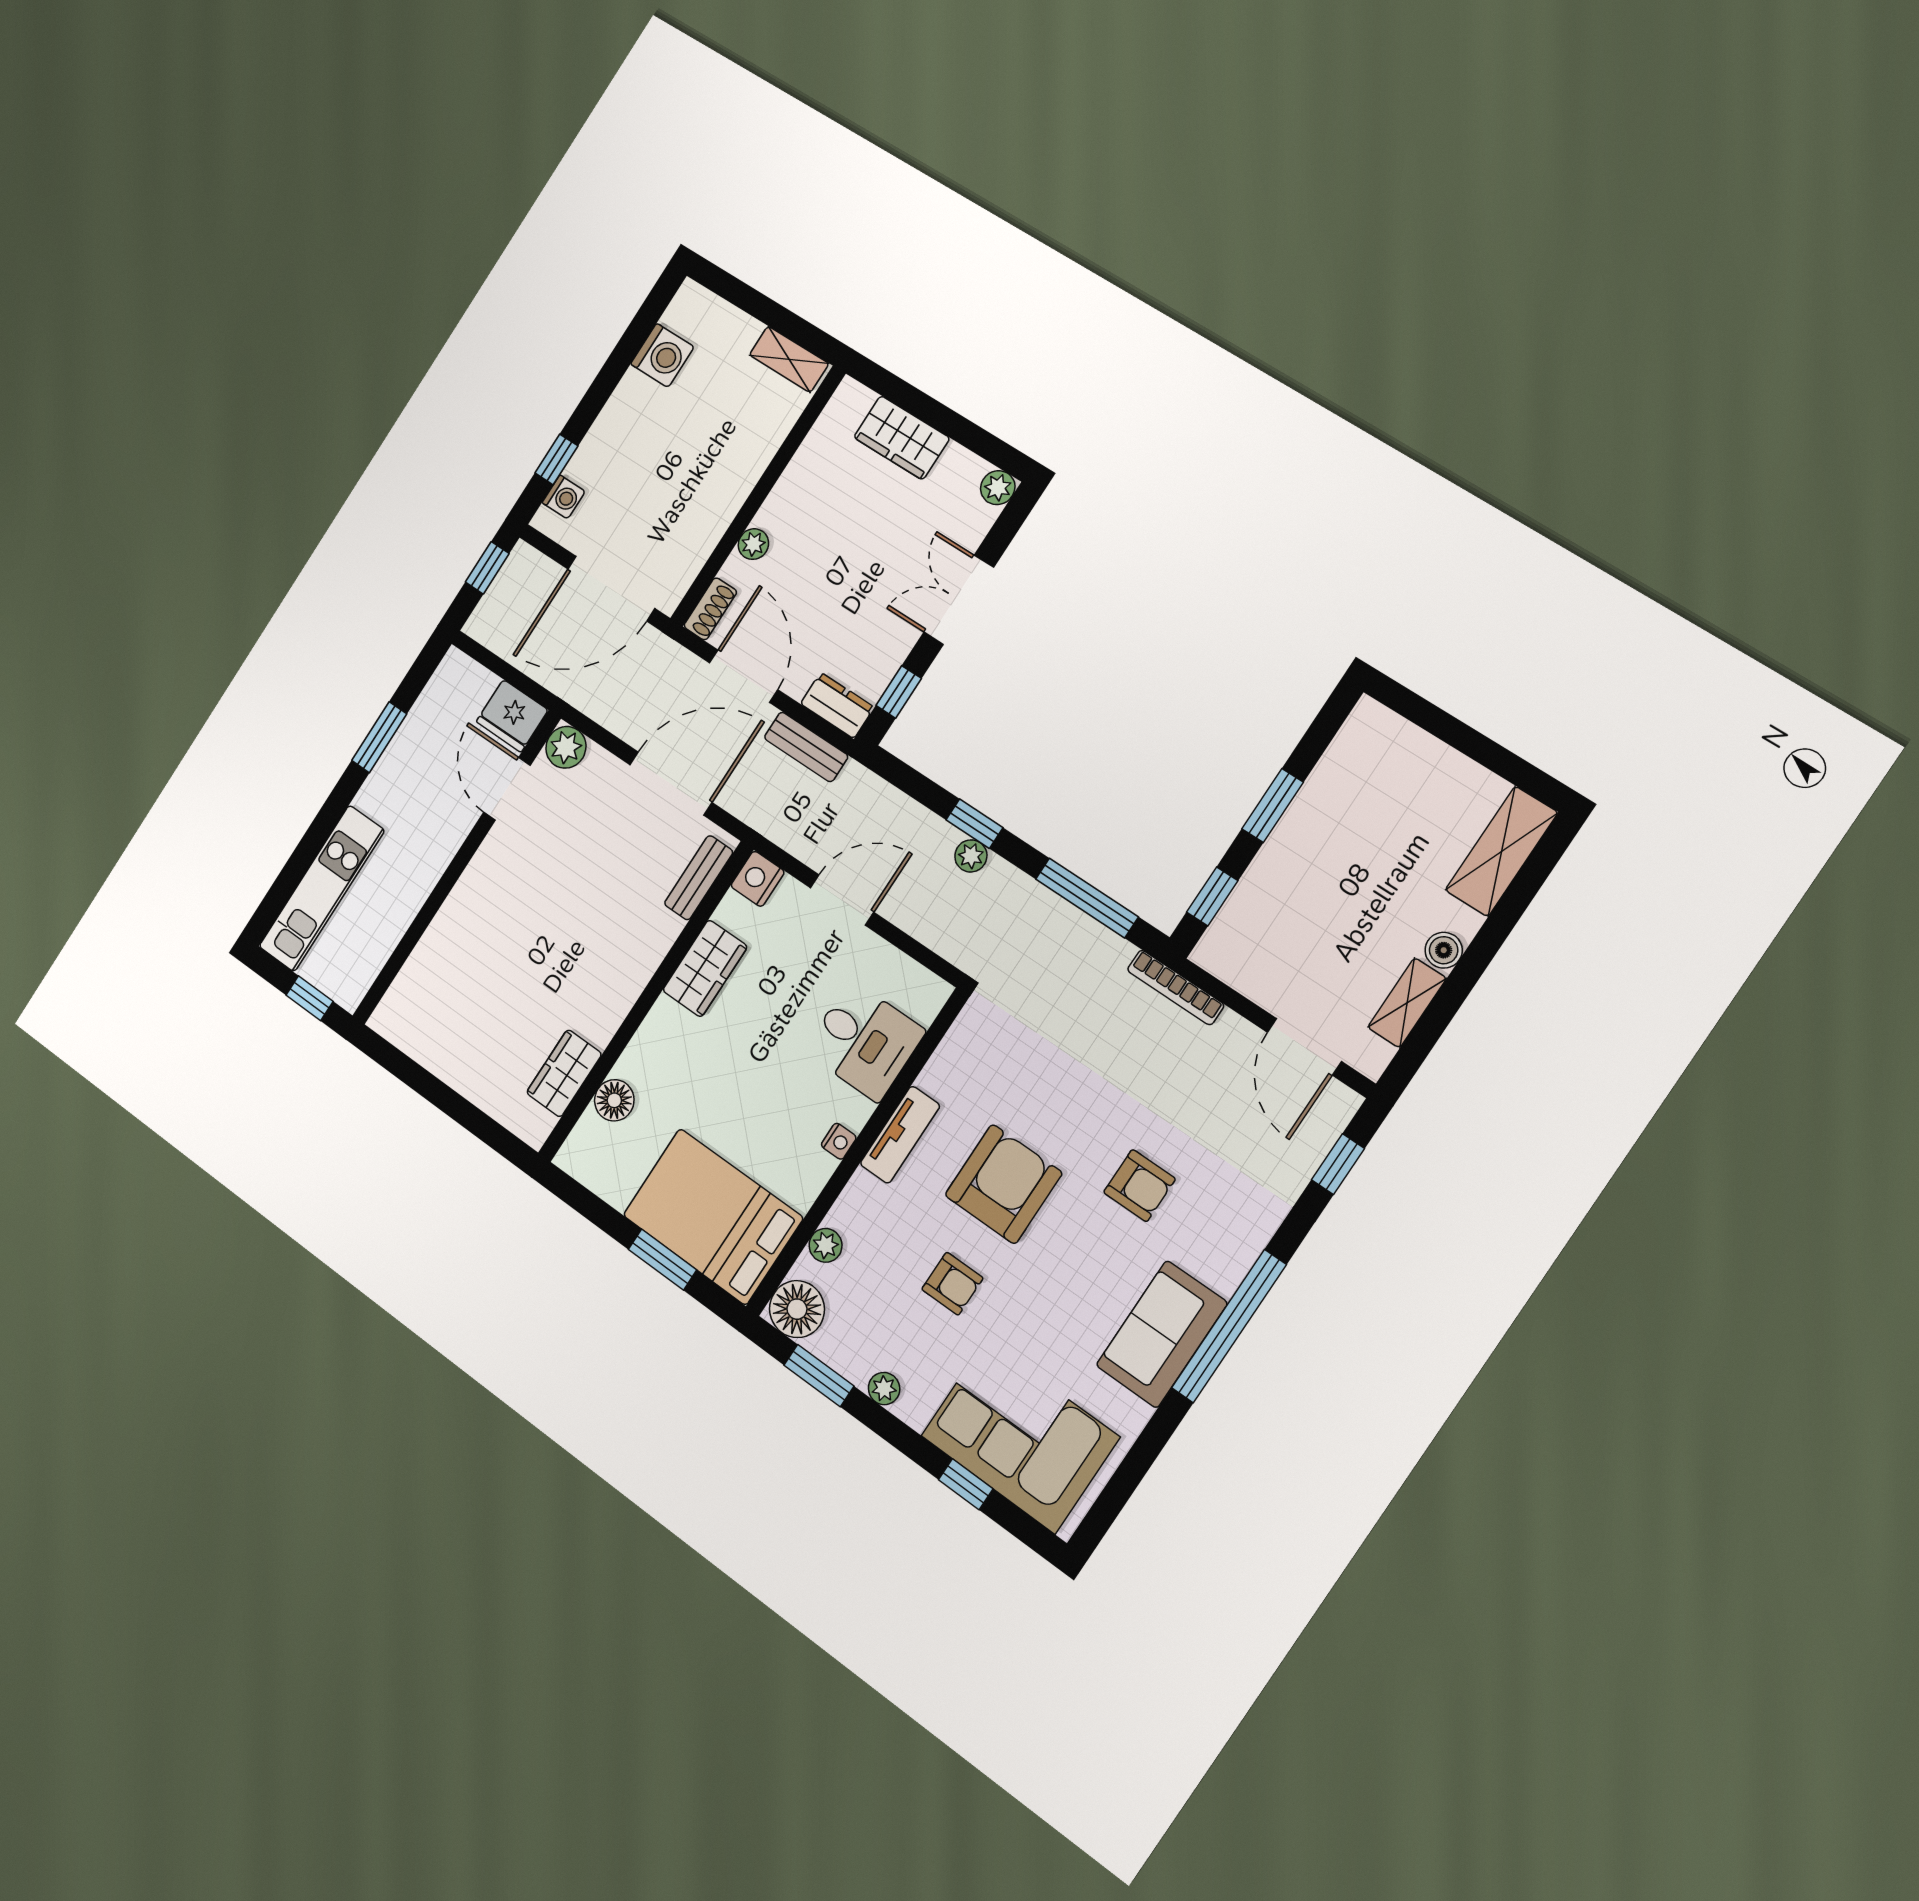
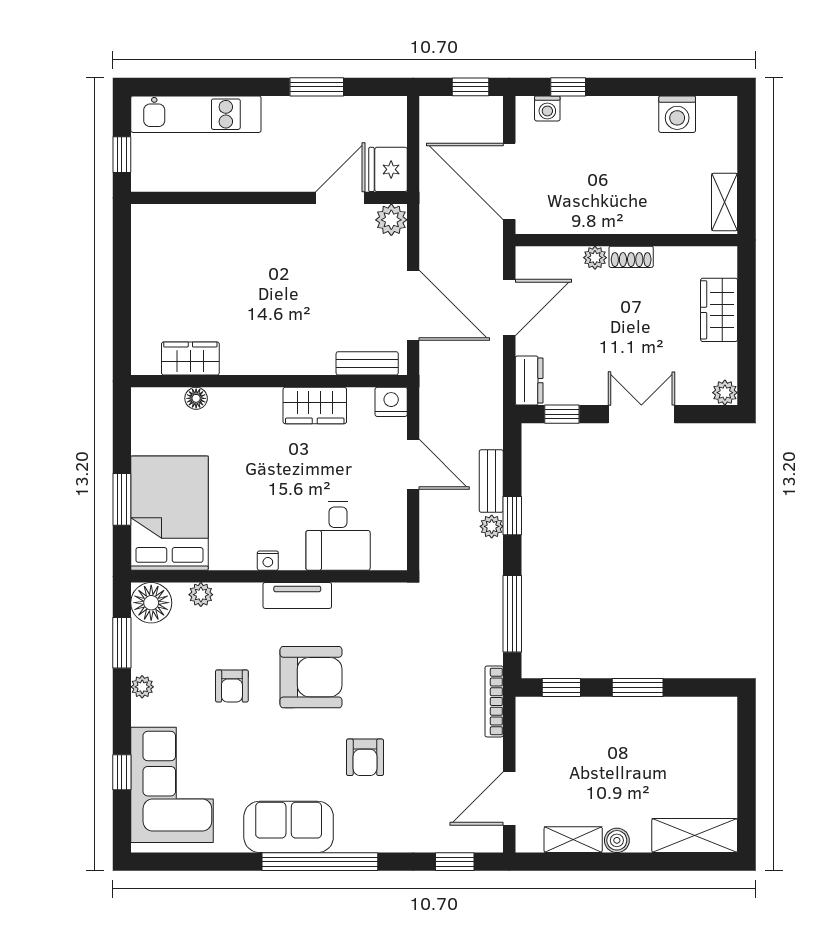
shoe rack: (710, 609) -> (631, 257), moved
bench: (806, 747) -> (491, 481), moved
floor lamp: (614, 1100) -> (196, 398), width x0.73, depth x0.73

